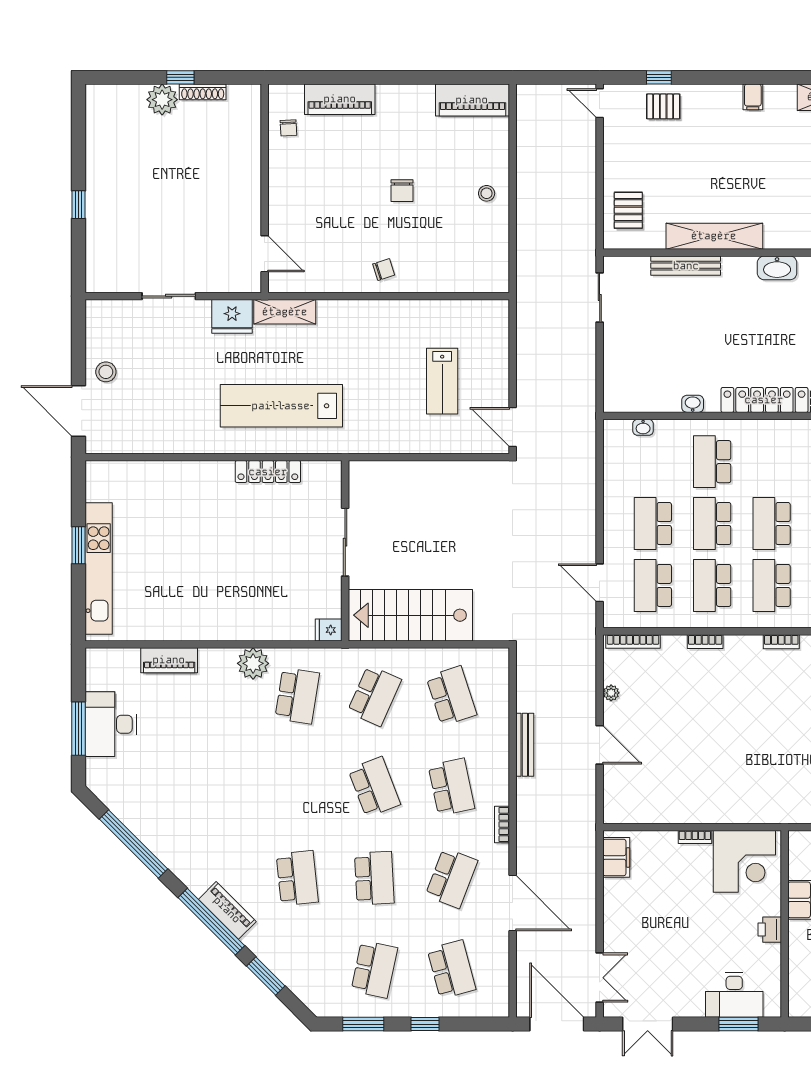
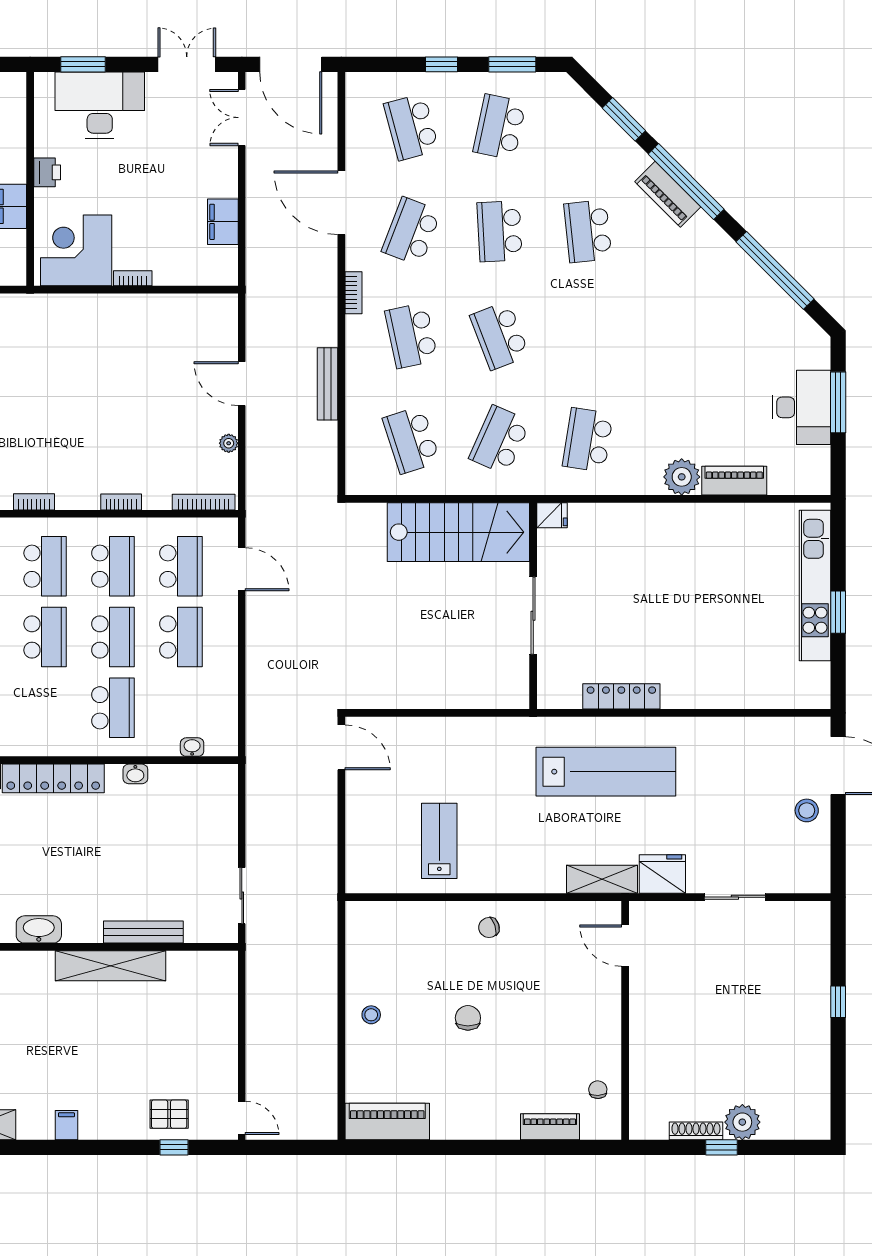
piano: (340, 99) -> (550, 1127), width x0.73, depth x0.75
pallet: (628, 210) -> (209, 995), removed
lab bench: (442, 381) -> (439, 841), moved
plant: (253, 663) -> (682, 477), moved
filing cabinet: (616, 857) -> (223, 222), moved
desk: (734, 995) -> (100, 105), width x1.36, depth x1.30

